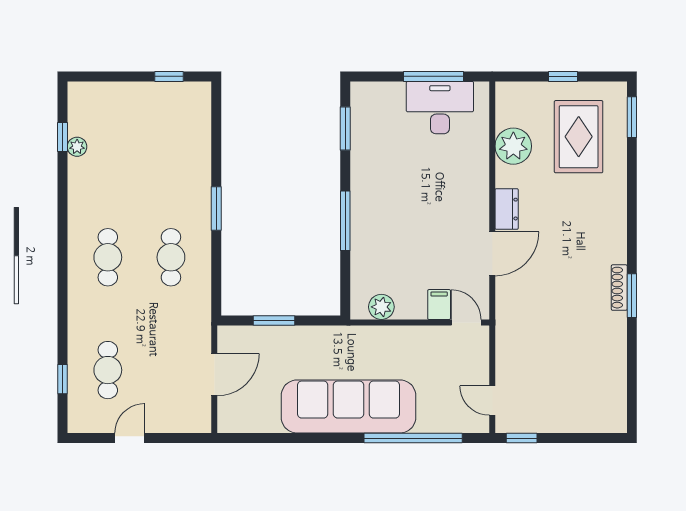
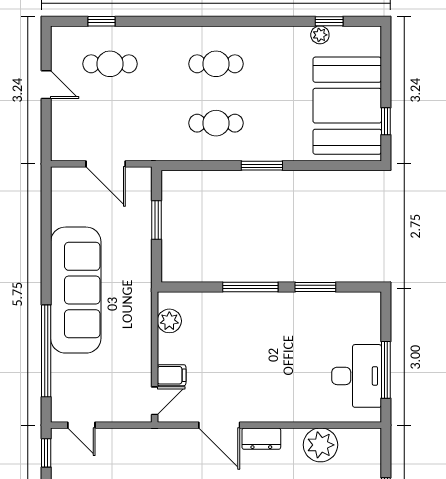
booth: (152, 118) -> (347, 106), added
window: (345, 129) -> (315, 287), moved
door: (492, 401) -> (81, 425), swing flipped

